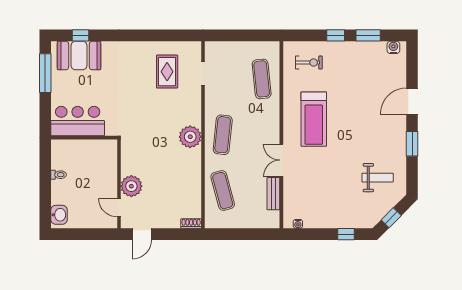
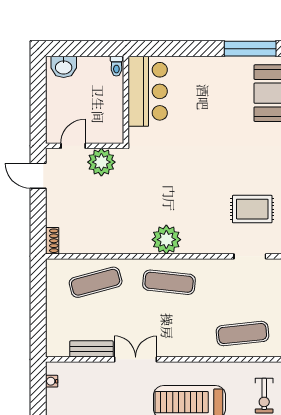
bar counter: (78, 121) -> (148, 91), moved
wall: (84, 138) -> (126, 100), moved

